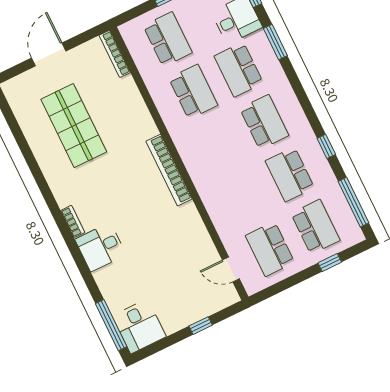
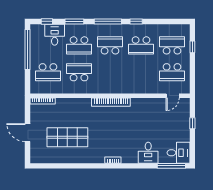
school desk: (168, 39) -> (48, 72), turned 180
window: (353, 202) -> (108, 21), moved
desk: (101, 247) -> (148, 153), moved

